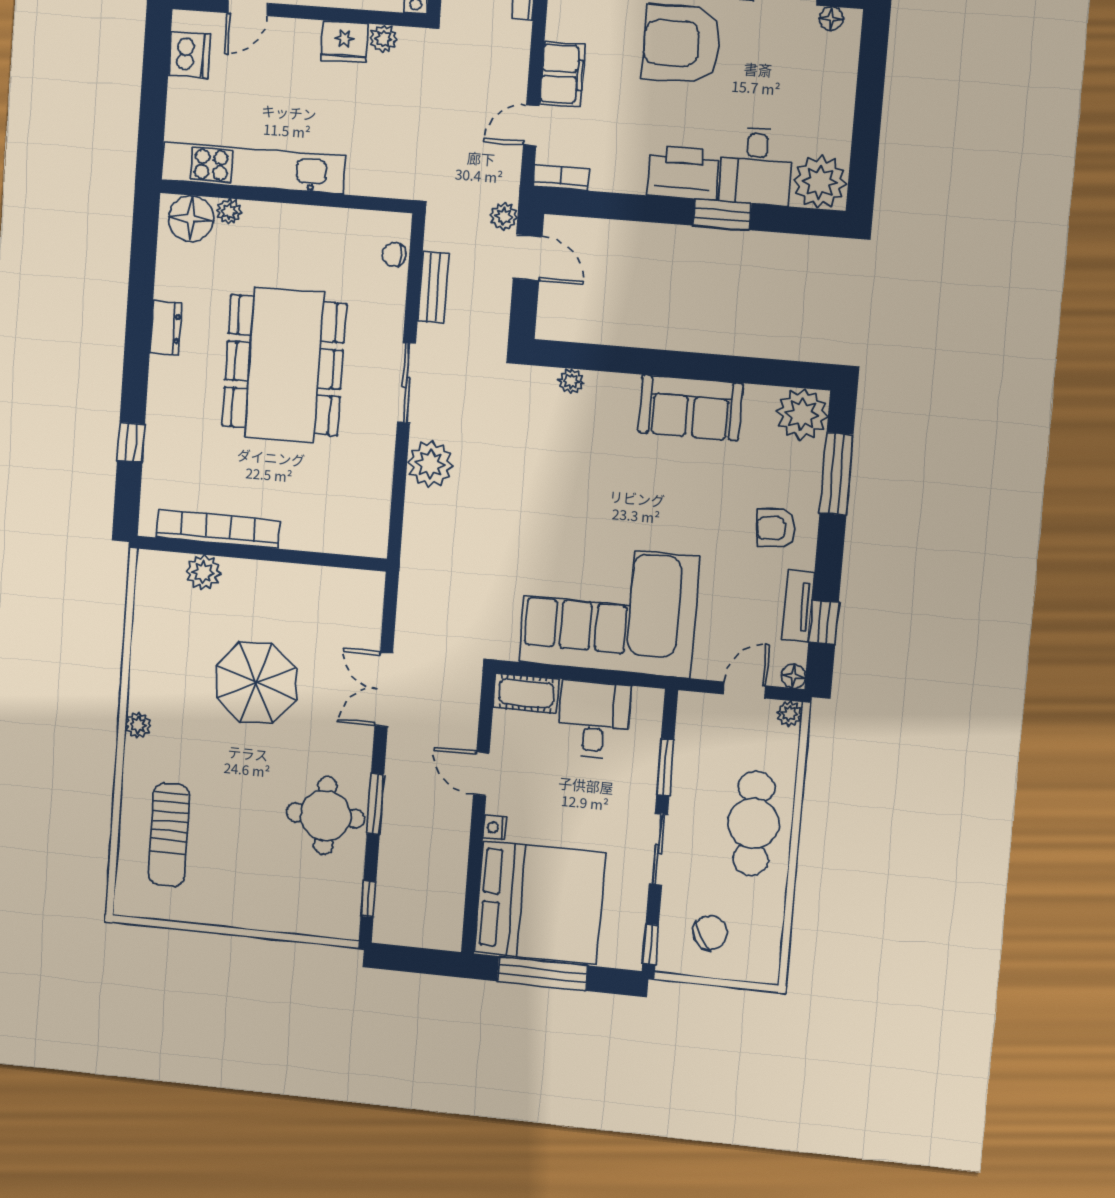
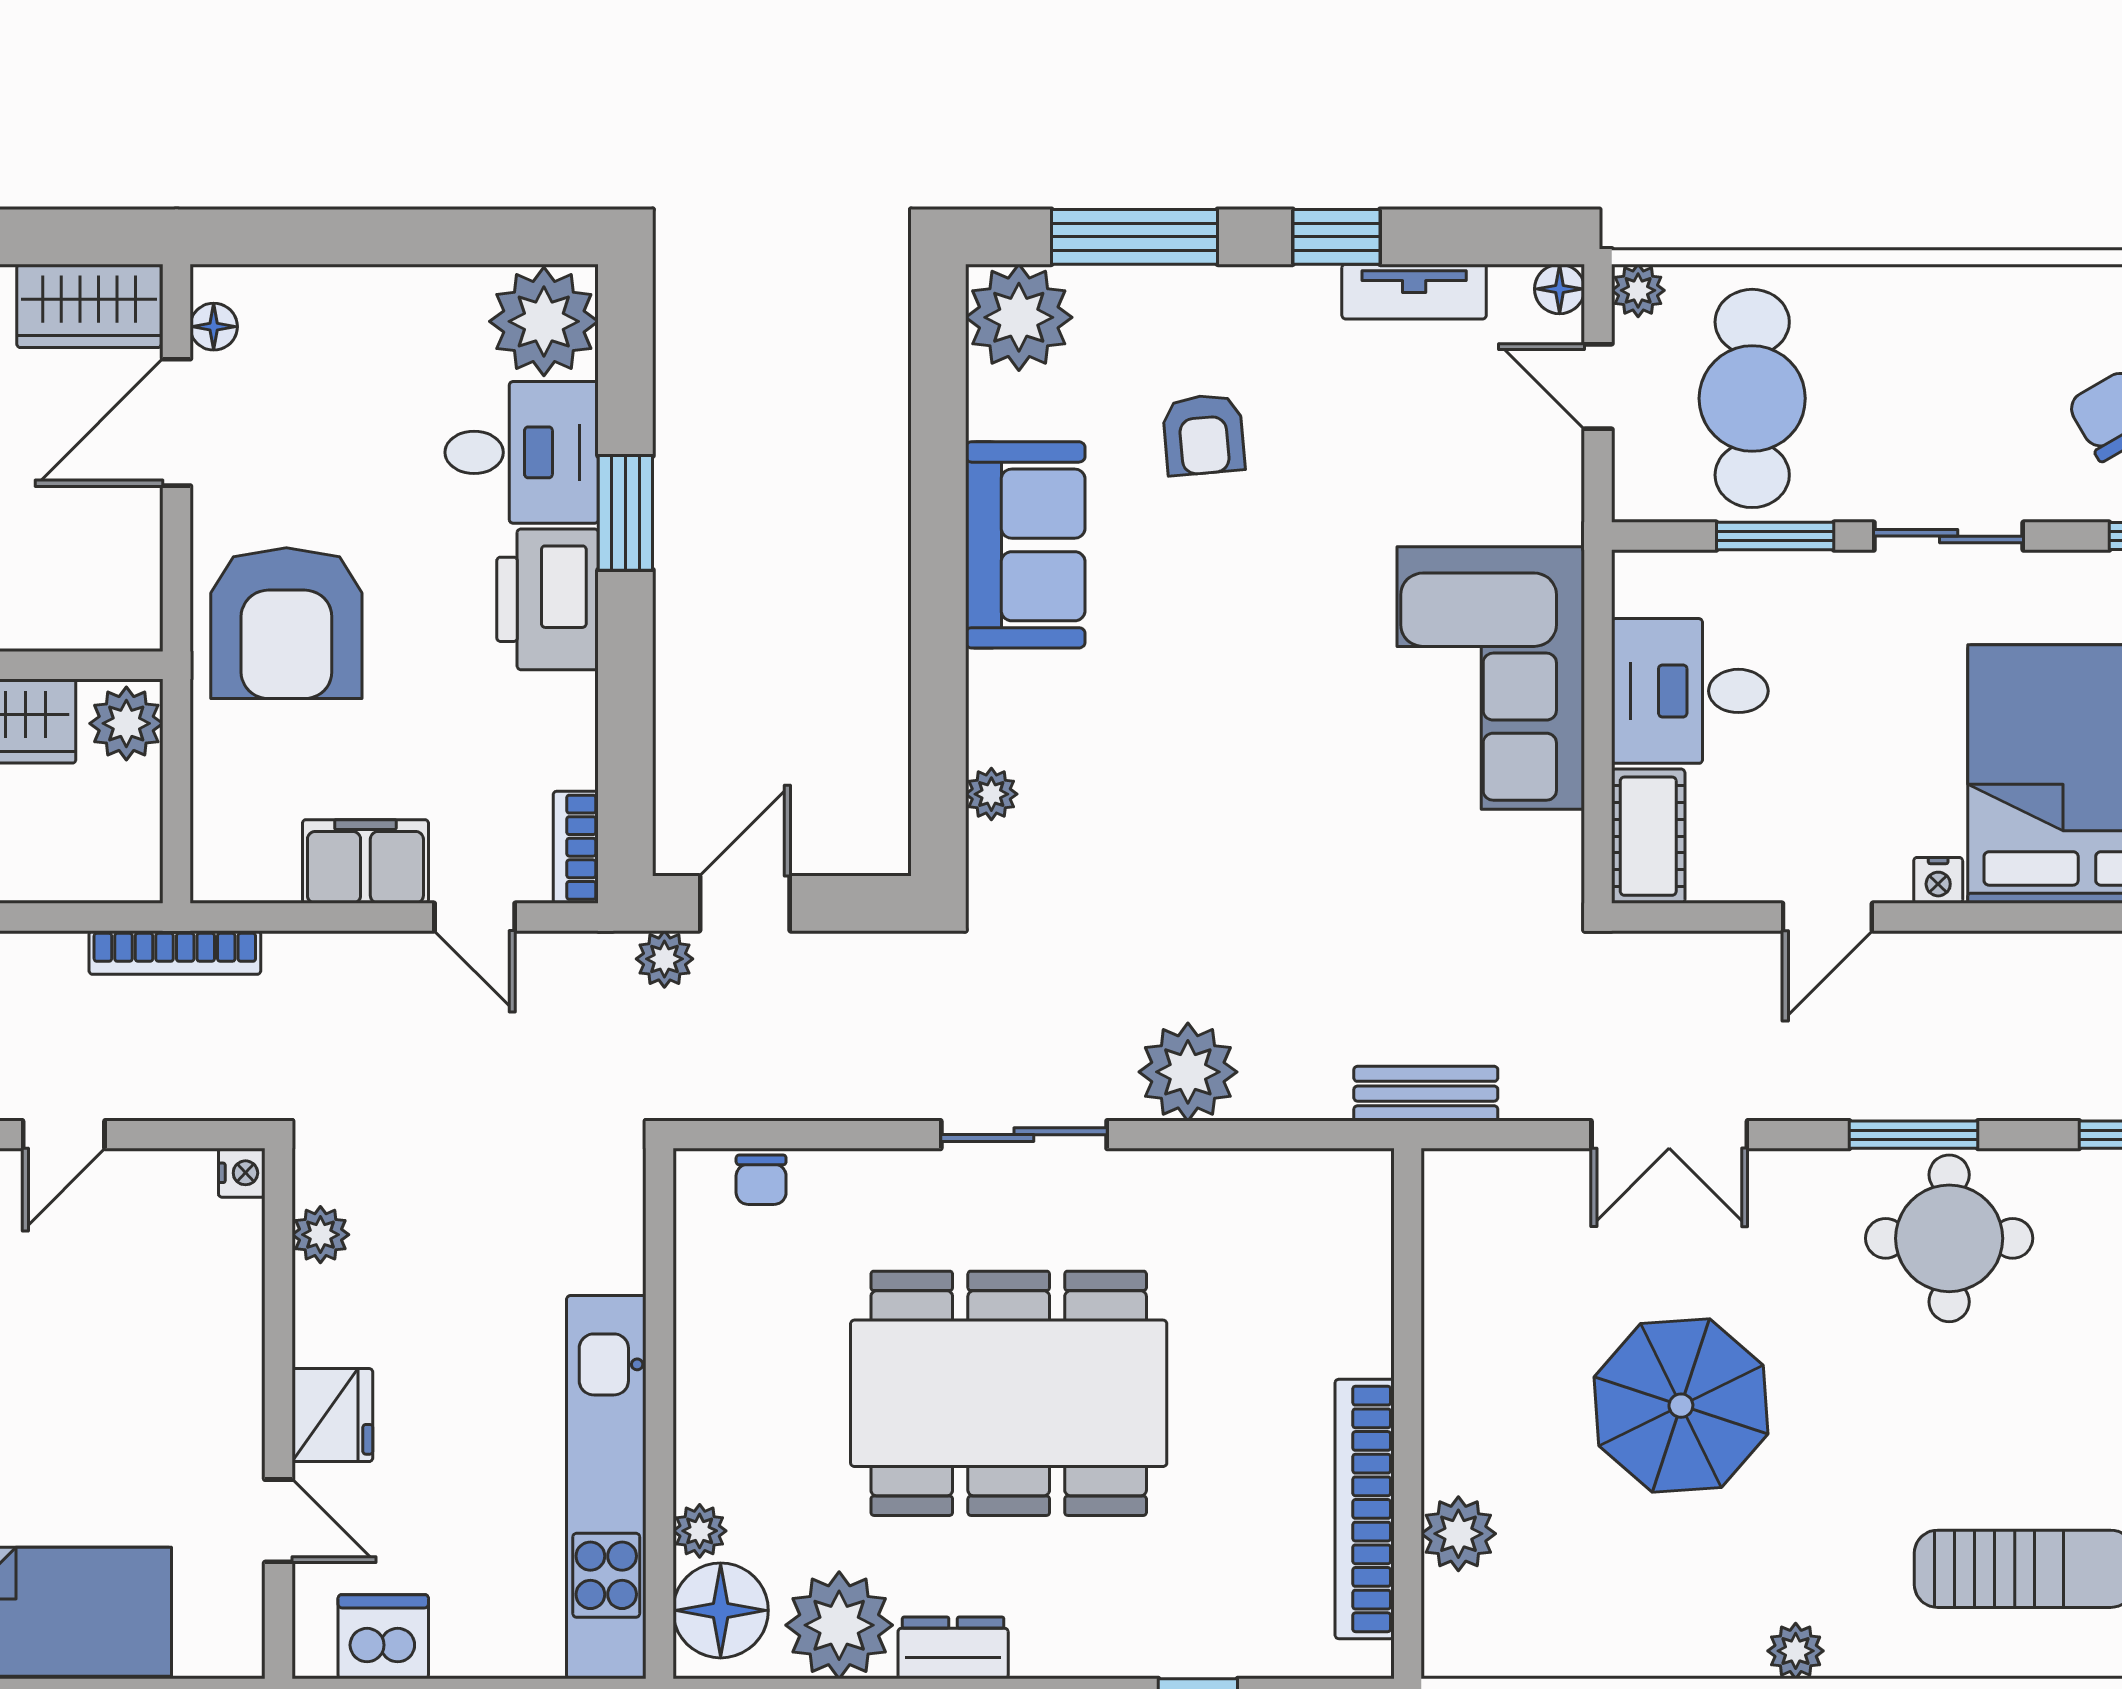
fridge: (344, 42) -> (332, 1415), moved
plant: (180, 275) -> (839, 1625), added
bench: (433, 288) -> (1426, 1094), moved
armchair: (776, 528) -> (1204, 435), moved
corner sofa: (609, 609) -> (1491, 678), width x0.73, depth x0.74
window: (824, 622) -> (1336, 237), moved
cafe table: (753, 823) -> (1752, 398), moved, turned 90

